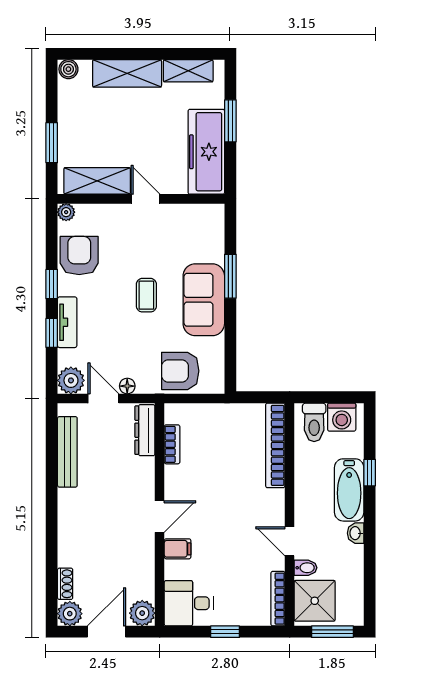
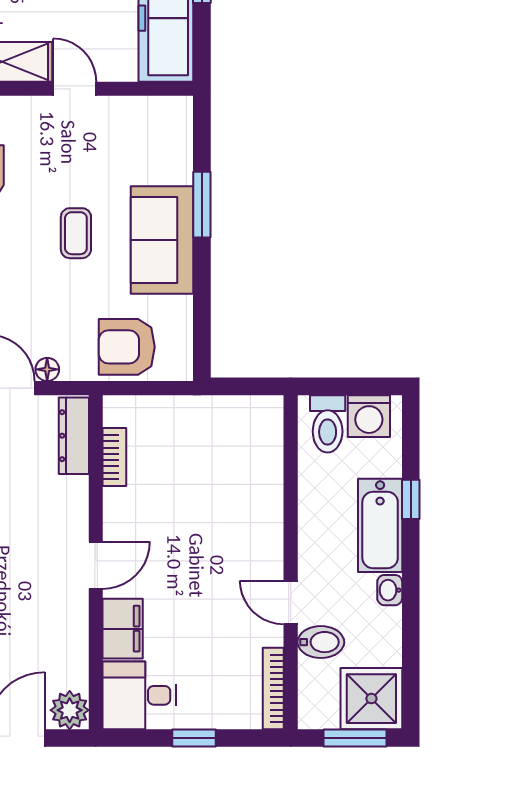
bookcase: (275, 445) -> (269, 459), removed
filing cabinet: (178, 549) -> (123, 629), width x2.00
bidet: (306, 568) -> (321, 642), width x1.38, depth x1.36
shower: (315, 601) -> (371, 699), moved

